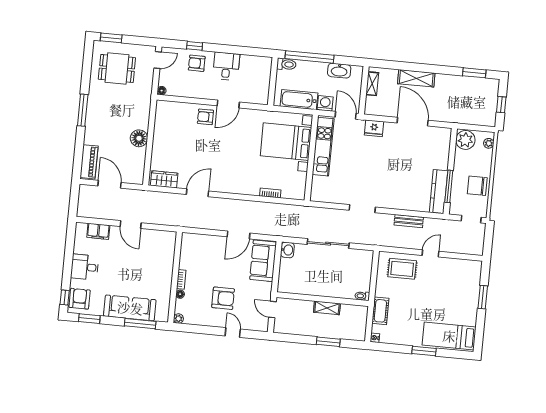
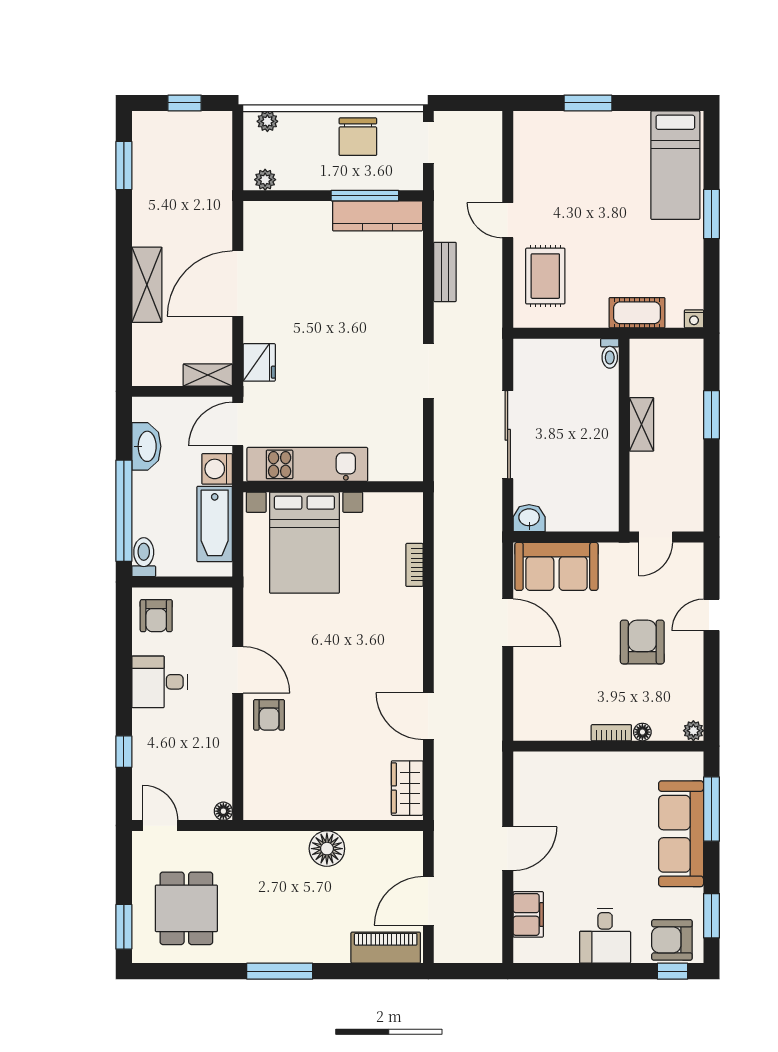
armchair: (197, 63) -> (156, 616), moved
shelving: (372, 84) -> (208, 375), moved
plant: (465, 140) -> (265, 180), width x0.53, depth x0.53

